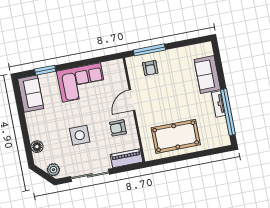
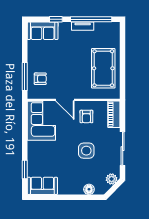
window: (220, 73) -> (56, 19), added
sofa: (207, 74) -> (43, 31), moved
corner sofa: (81, 82) -> (41, 121), moved

